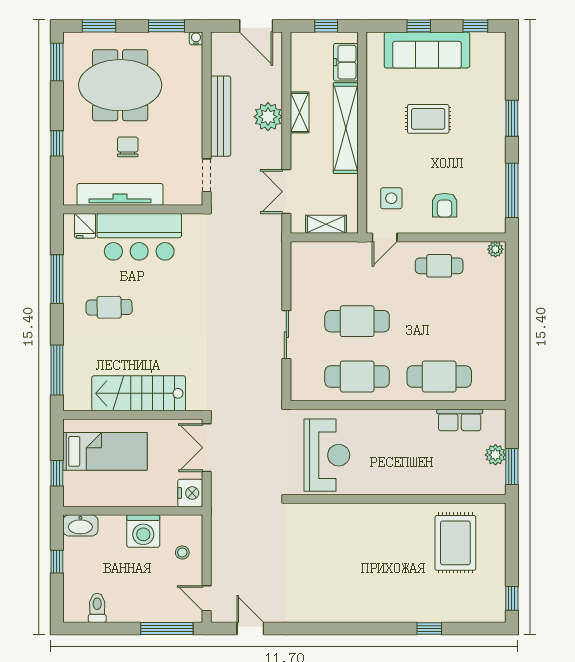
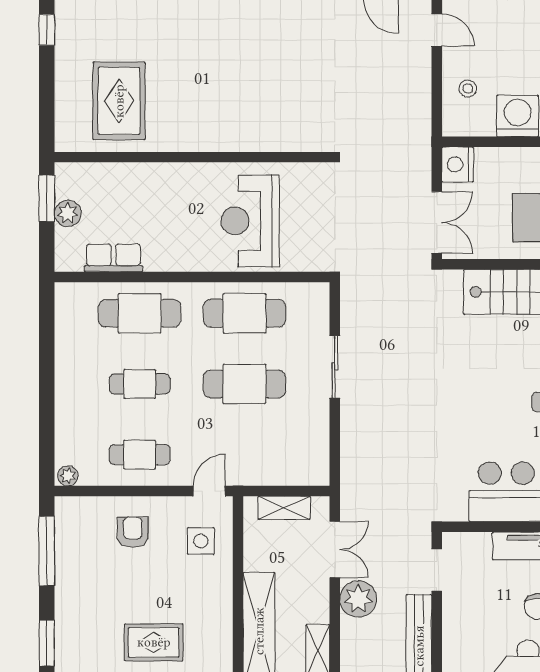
plant: (268, 117) -> (358, 599), moved
cafe table: (439, 321) -> (140, 384), added
reception desk: (327, 455) -> (250, 221), moved

